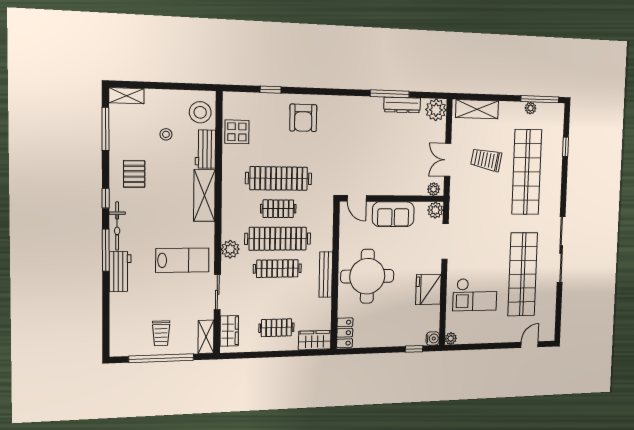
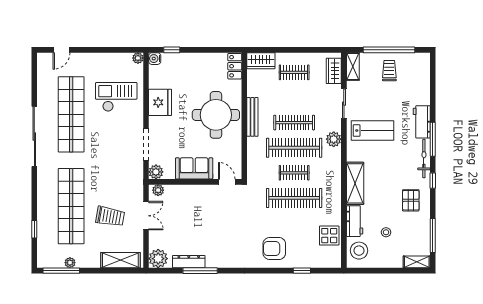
armchair: (303, 118) -> (274, 248), turned -90
lab bench: (182, 260) -> (373, 131), turned 180

